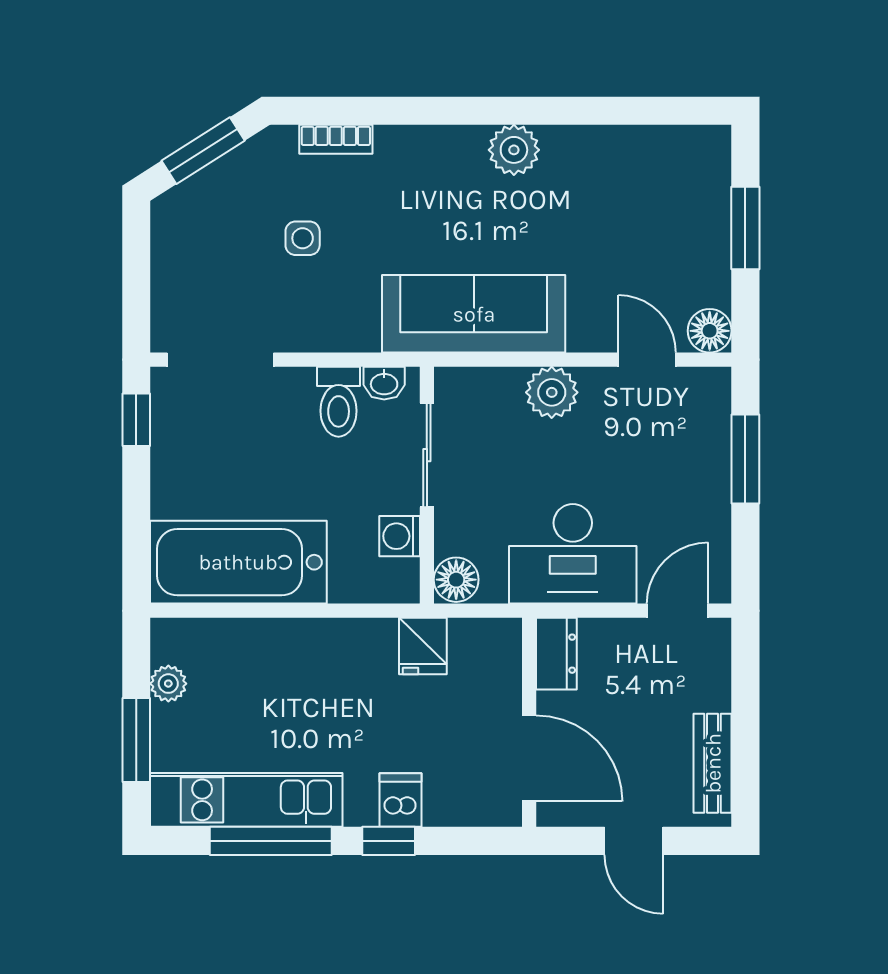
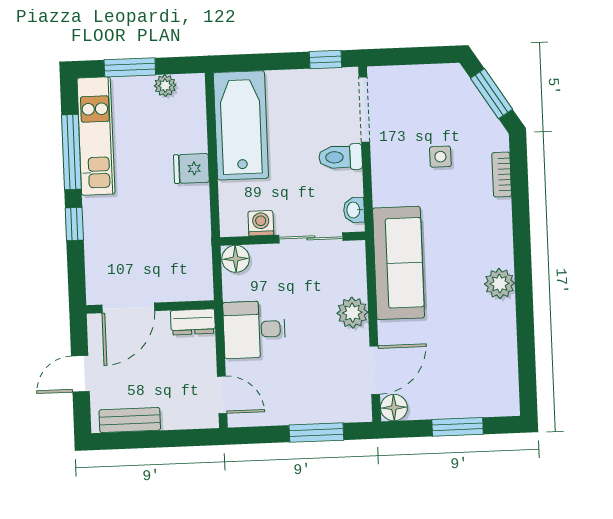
door: (647, 360) -> (375, 370), width x1.38
toilet: (339, 402) -> (340, 157), moved
desk: (573, 554) -> (254, 329), width x0.73
fridge: (423, 646) -> (191, 169), moved
dishwasher: (400, 800) -> (100, 230), removed

